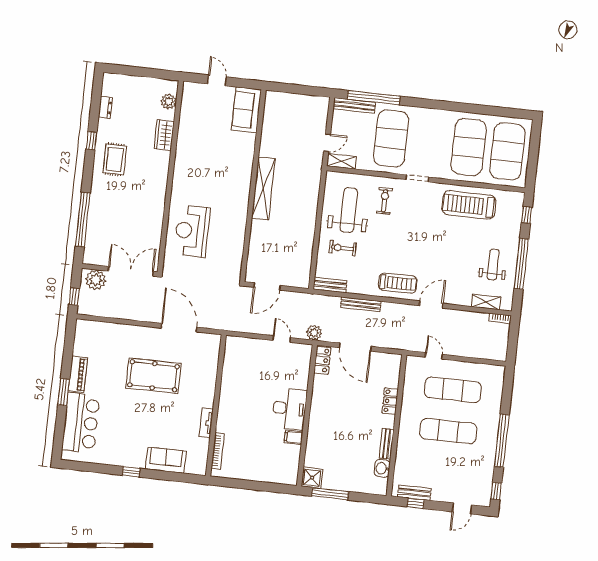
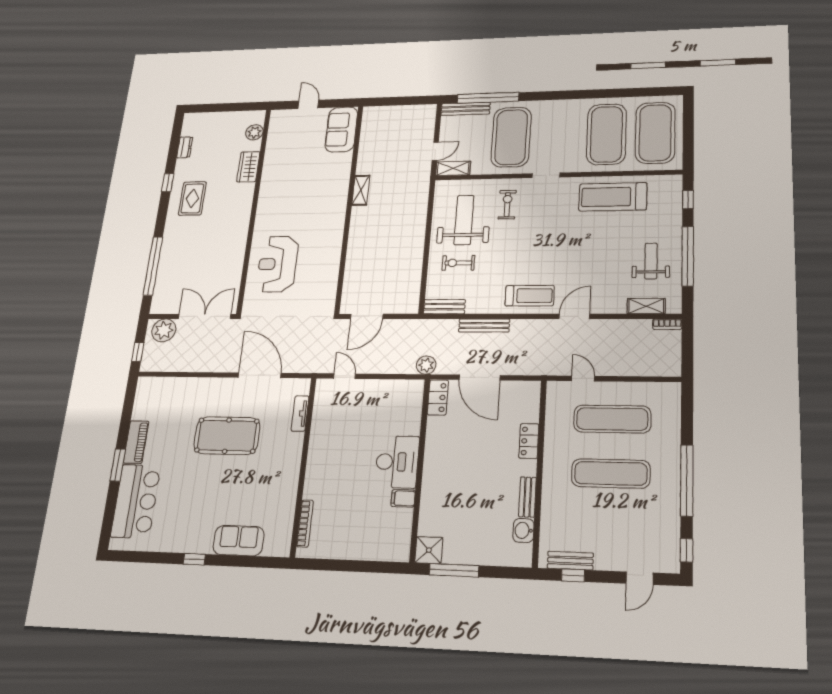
shelving: (263, 188) -> (361, 190), width x0.45, depth x0.75
door: (282, 339) -> (344, 376), moved
tv unit: (206, 423) -> (300, 413), moved

